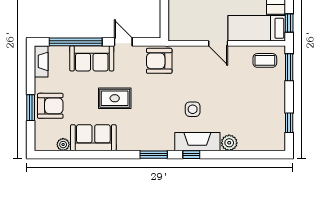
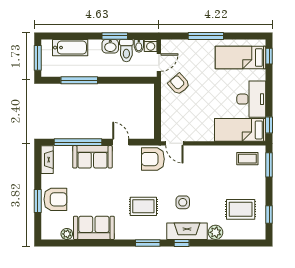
door: (218, 43) -> (174, 143), moved
rug: (115, 98) -> (143, 206), moved
rug: (257, 117) -> (241, 209), added

